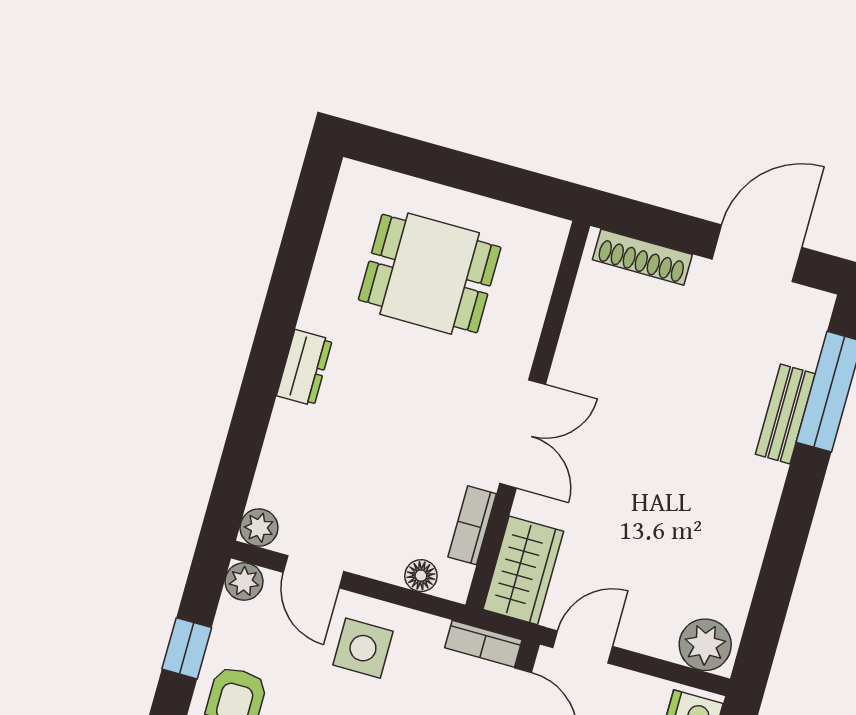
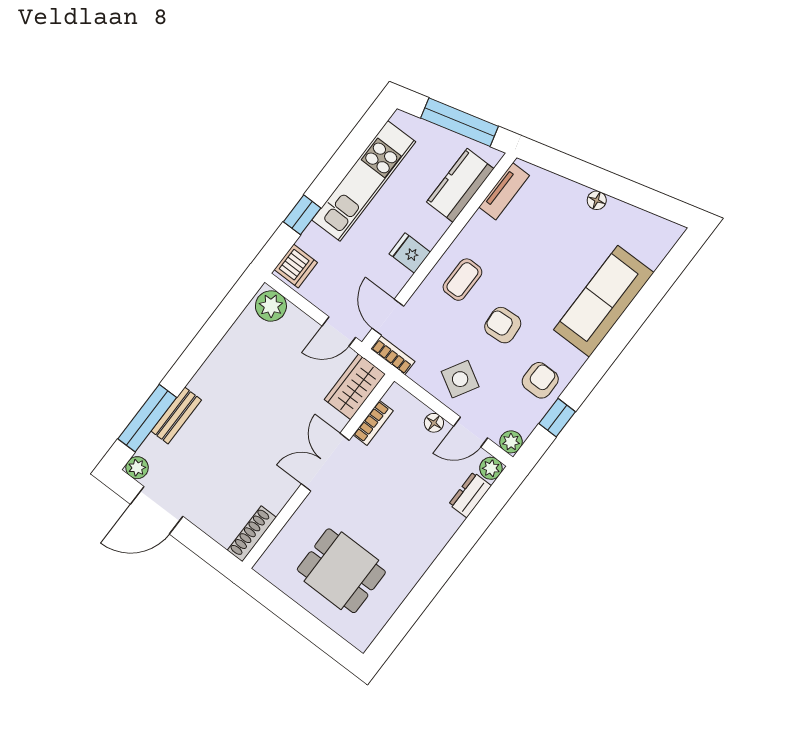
shoe rack: (642, 257) -> (252, 534), moved, turned -90
plant: (814, 308) -> (137, 468), added
dresser: (304, 368) -> (470, 495), moved
door: (313, 572) -> (471, 432), swing flipped
floor lamp: (421, 576) -> (434, 423), moved
side table: (363, 648) -> (460, 379), turned 30

